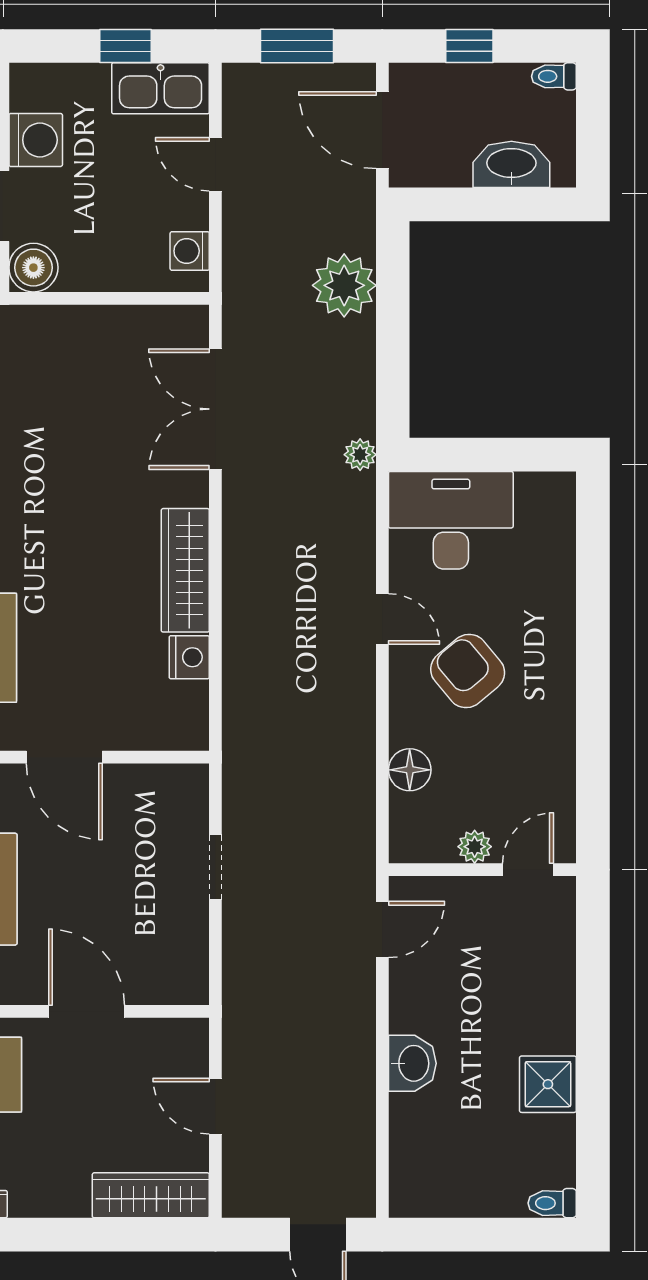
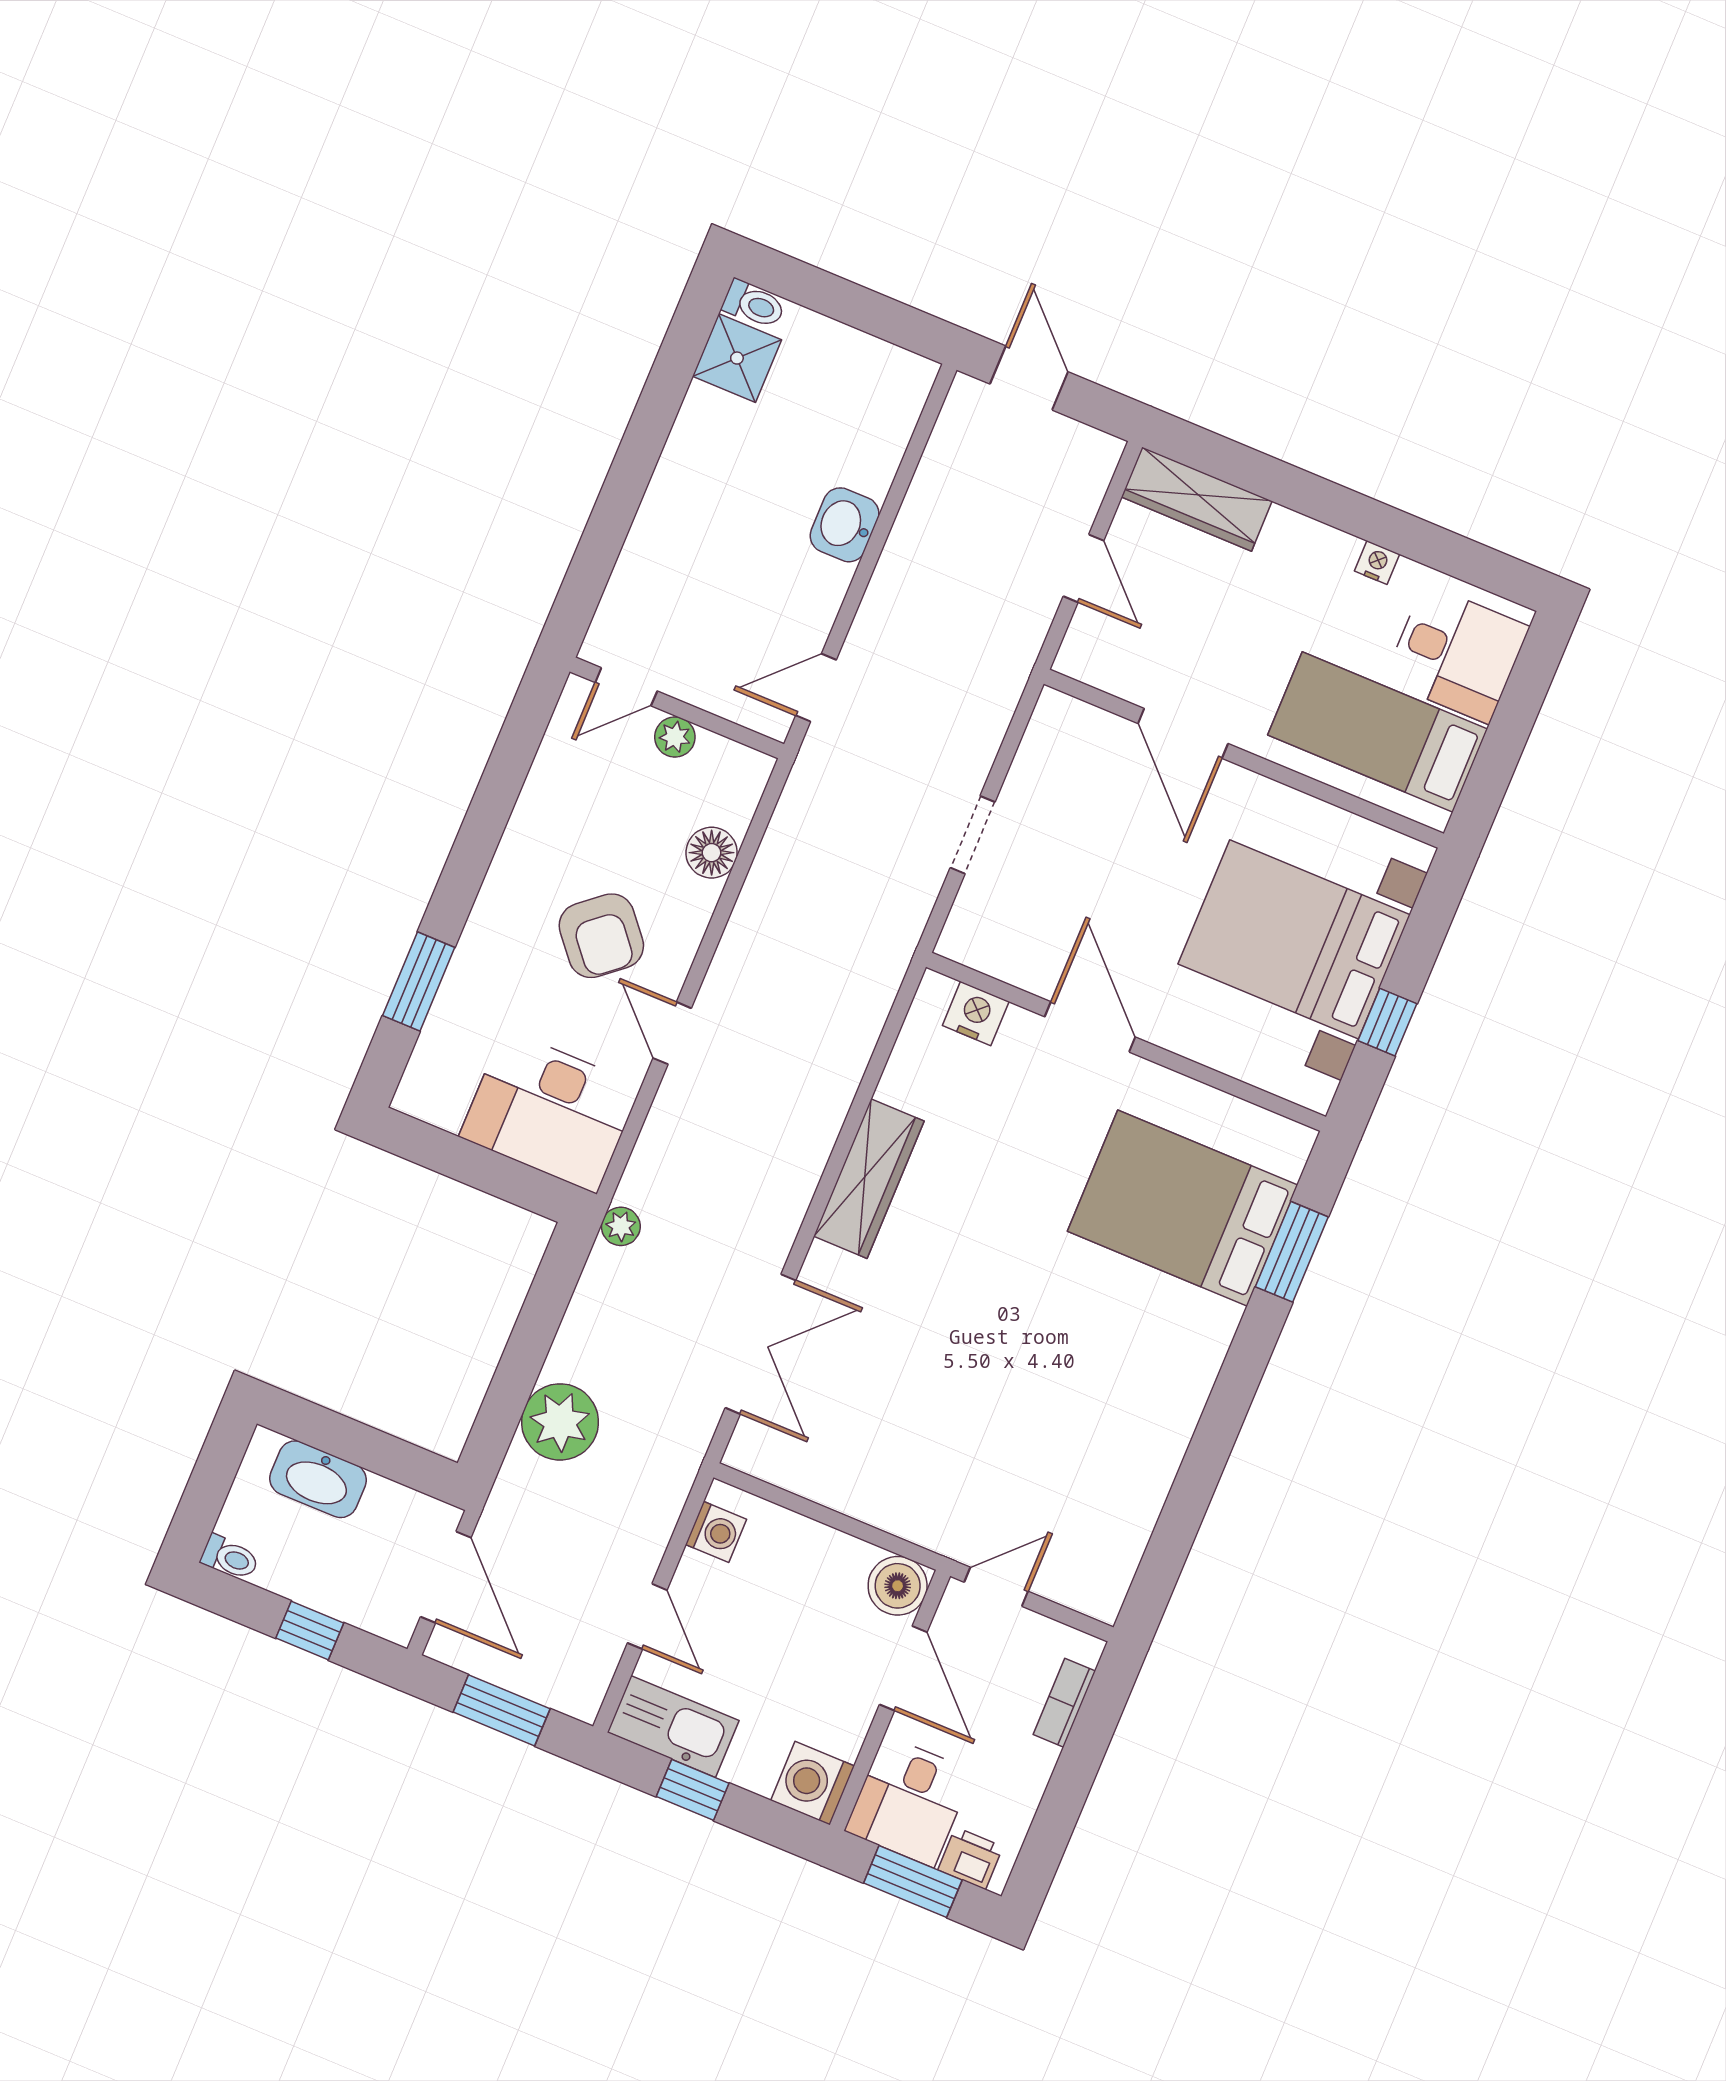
washing machine: (36, 140) -> (813, 1783), moved
window: (593, 578) -> (419, 981), added
nightstand: (189, 657) -> (976, 1013), moved, turned 90
shower: (548, 1084) -> (737, 358), moved

